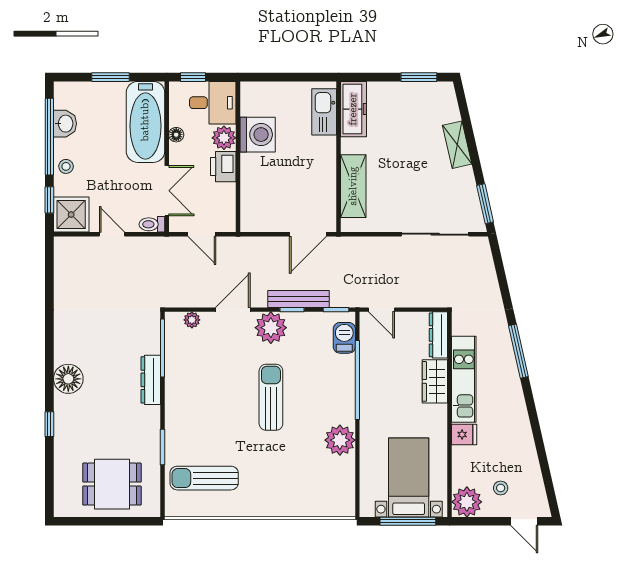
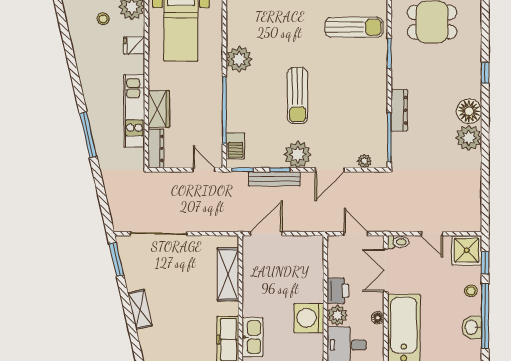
plant: (69, 347) -> (469, 138), added
fridge: (464, 435) -> (134, 46), moved

